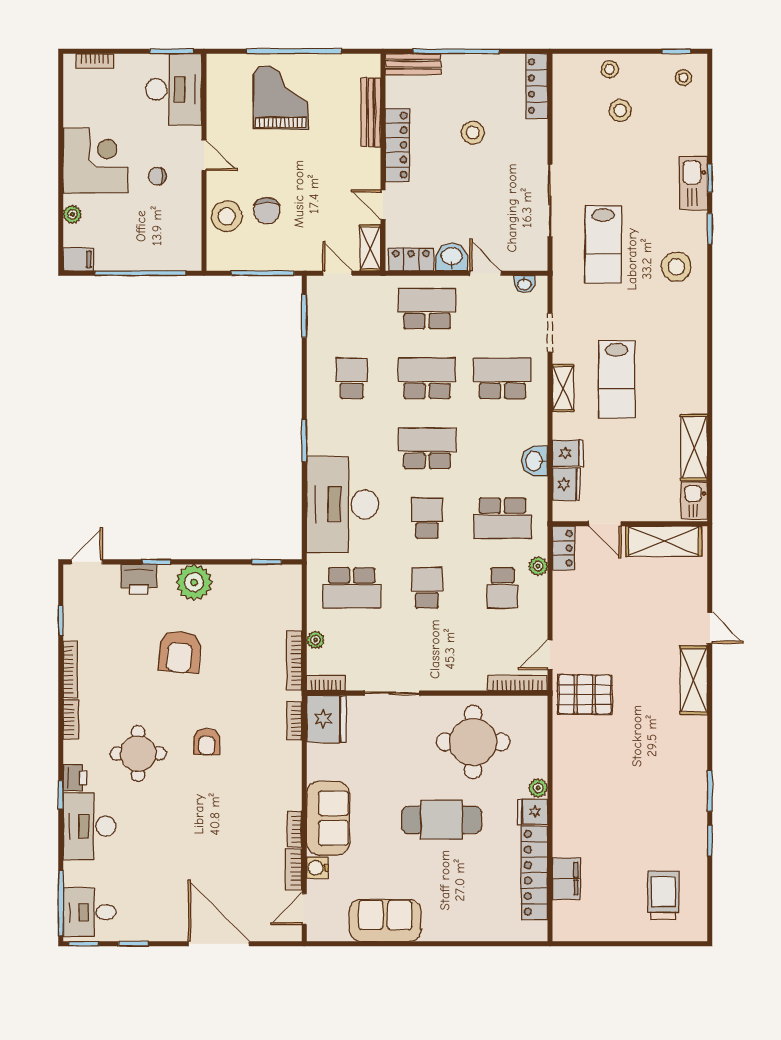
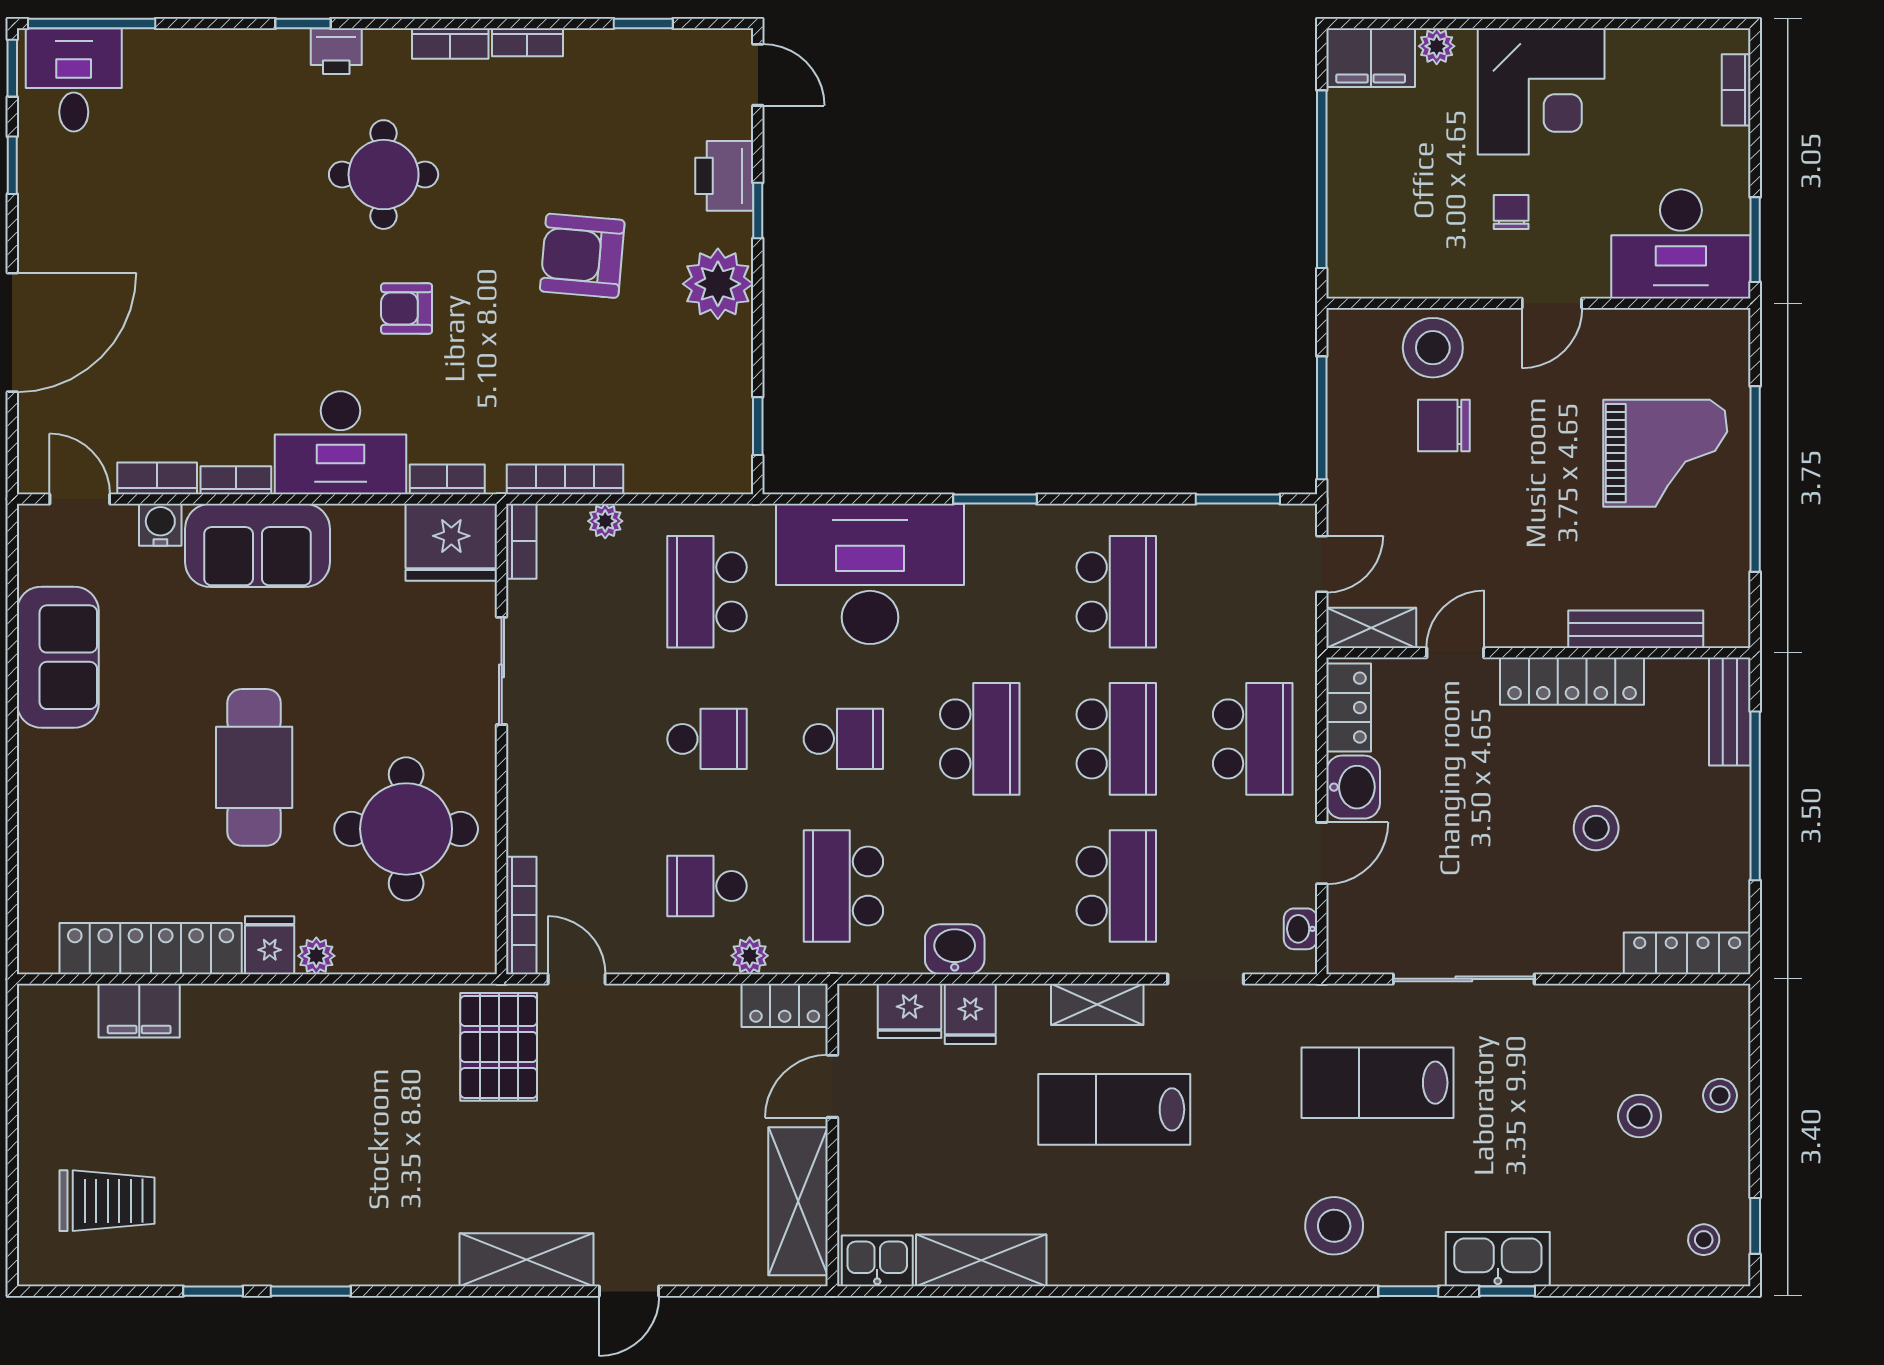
filing cabinet: (78, 259) -> (1371, 58), width x2.00
school desk: (352, 378) -> (1116, 592), width x1.85
bookcase: (70, 670) -> (527, 42), width x0.64
desk: (90, 826) -> (341, 443), moved, turned 180

